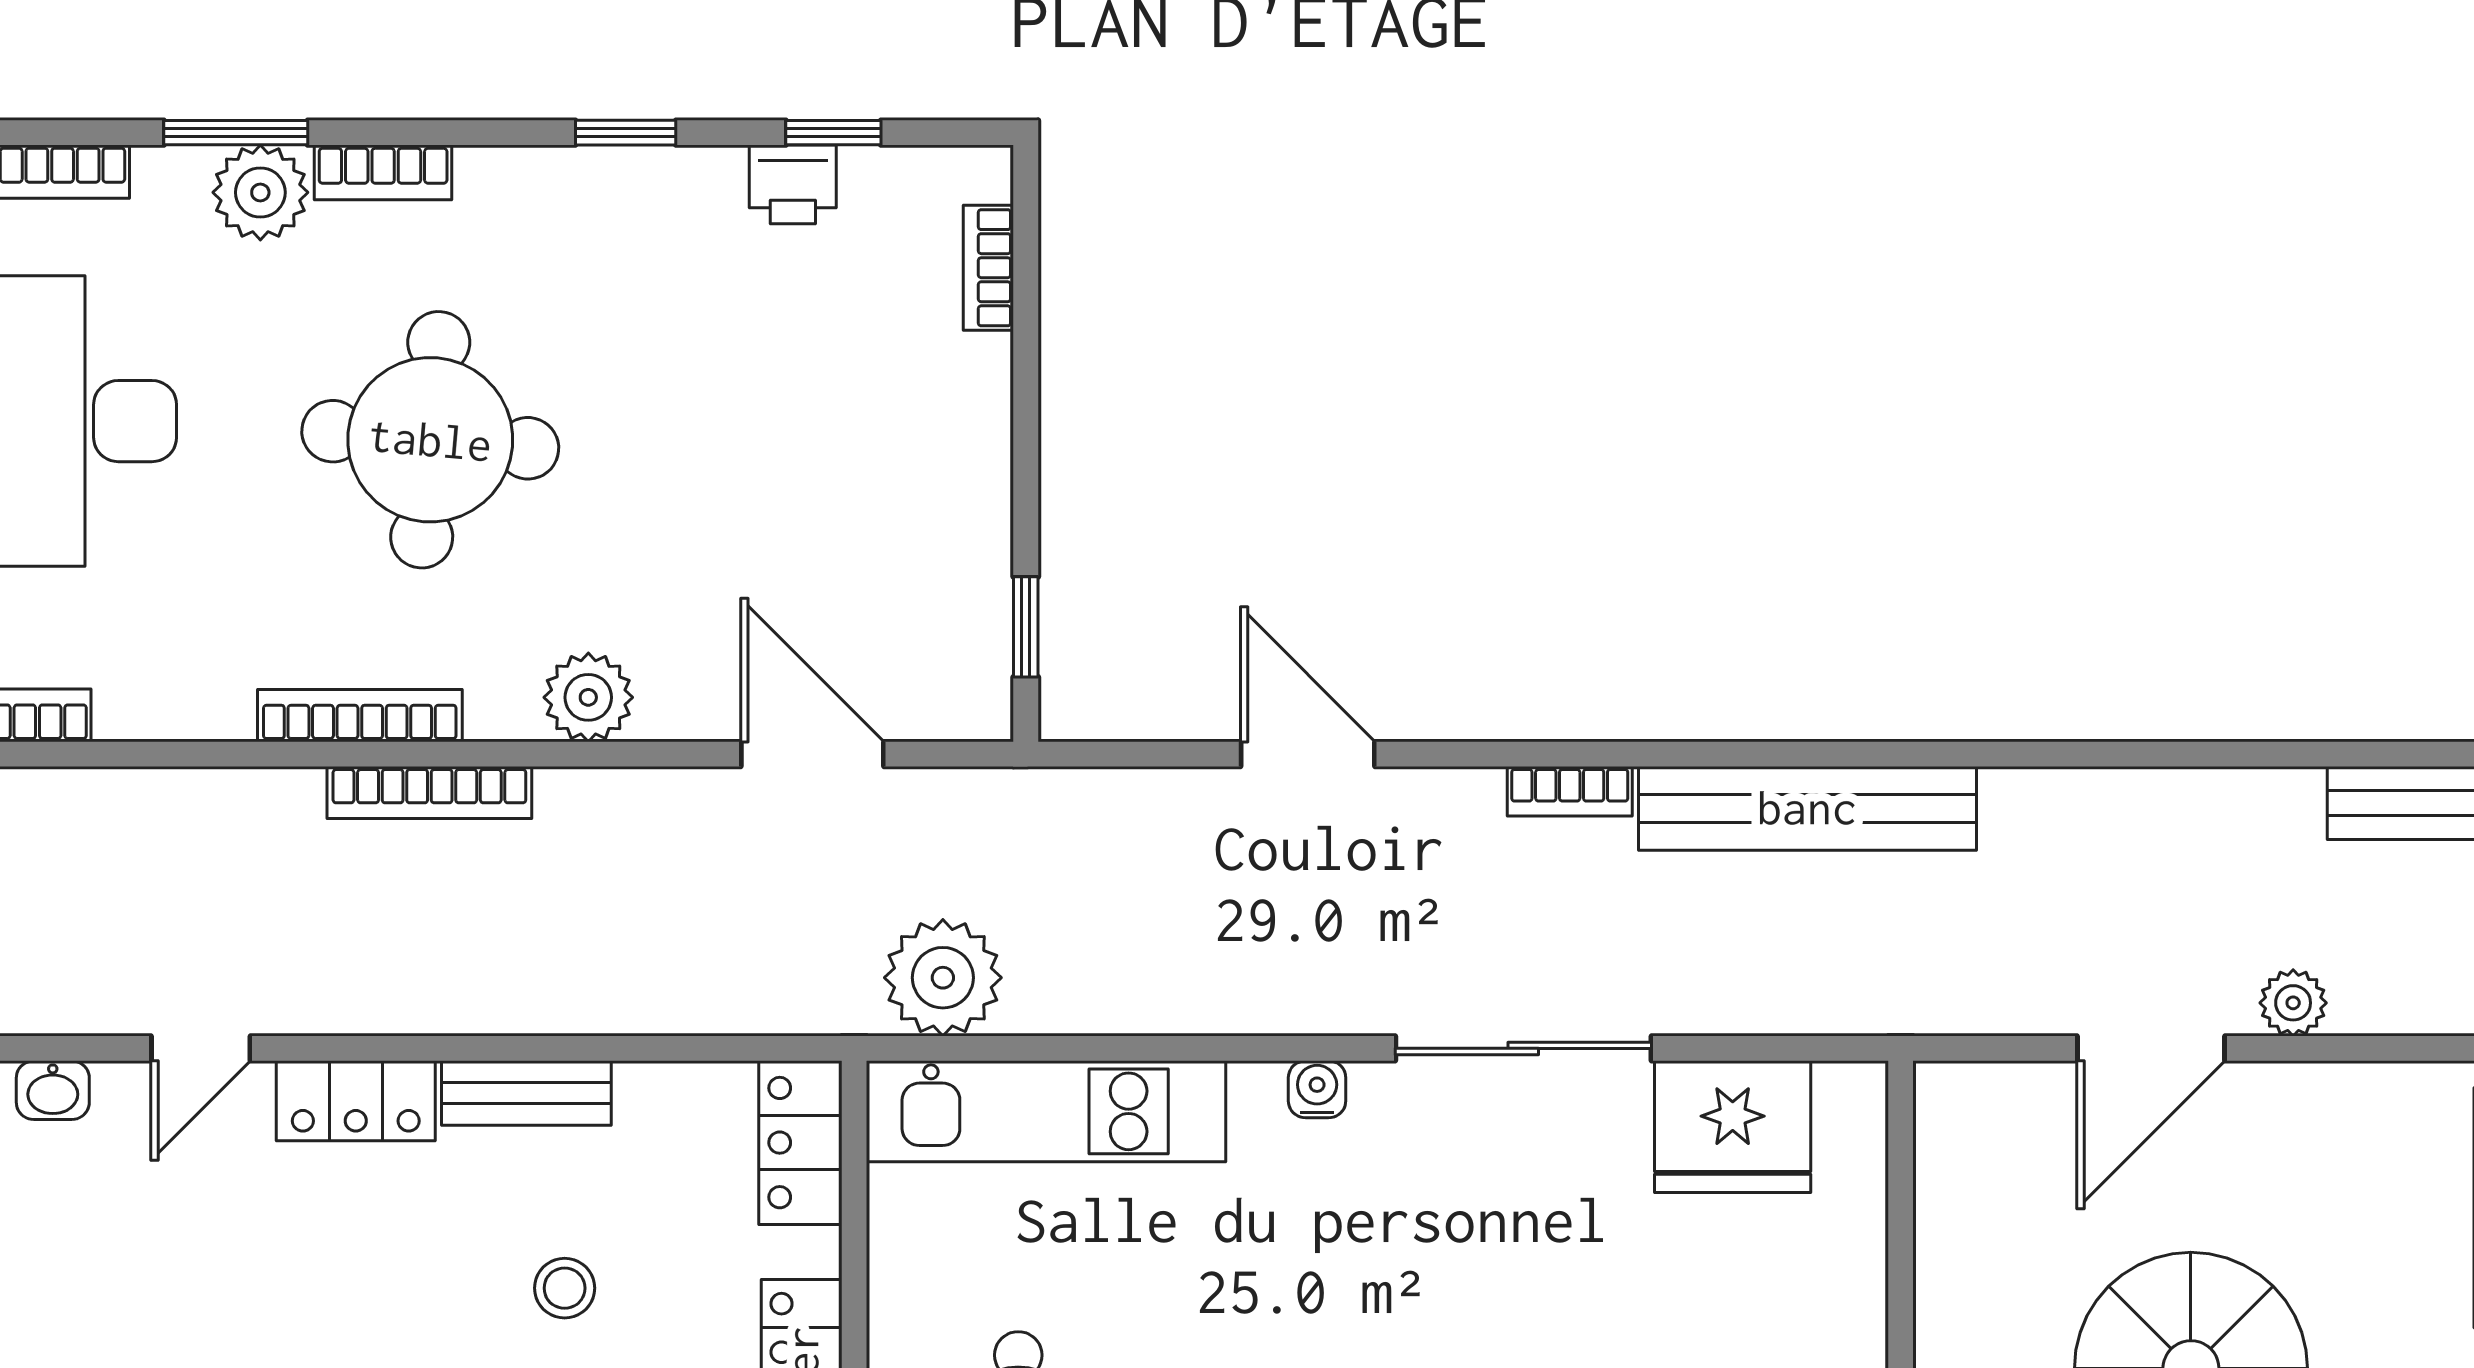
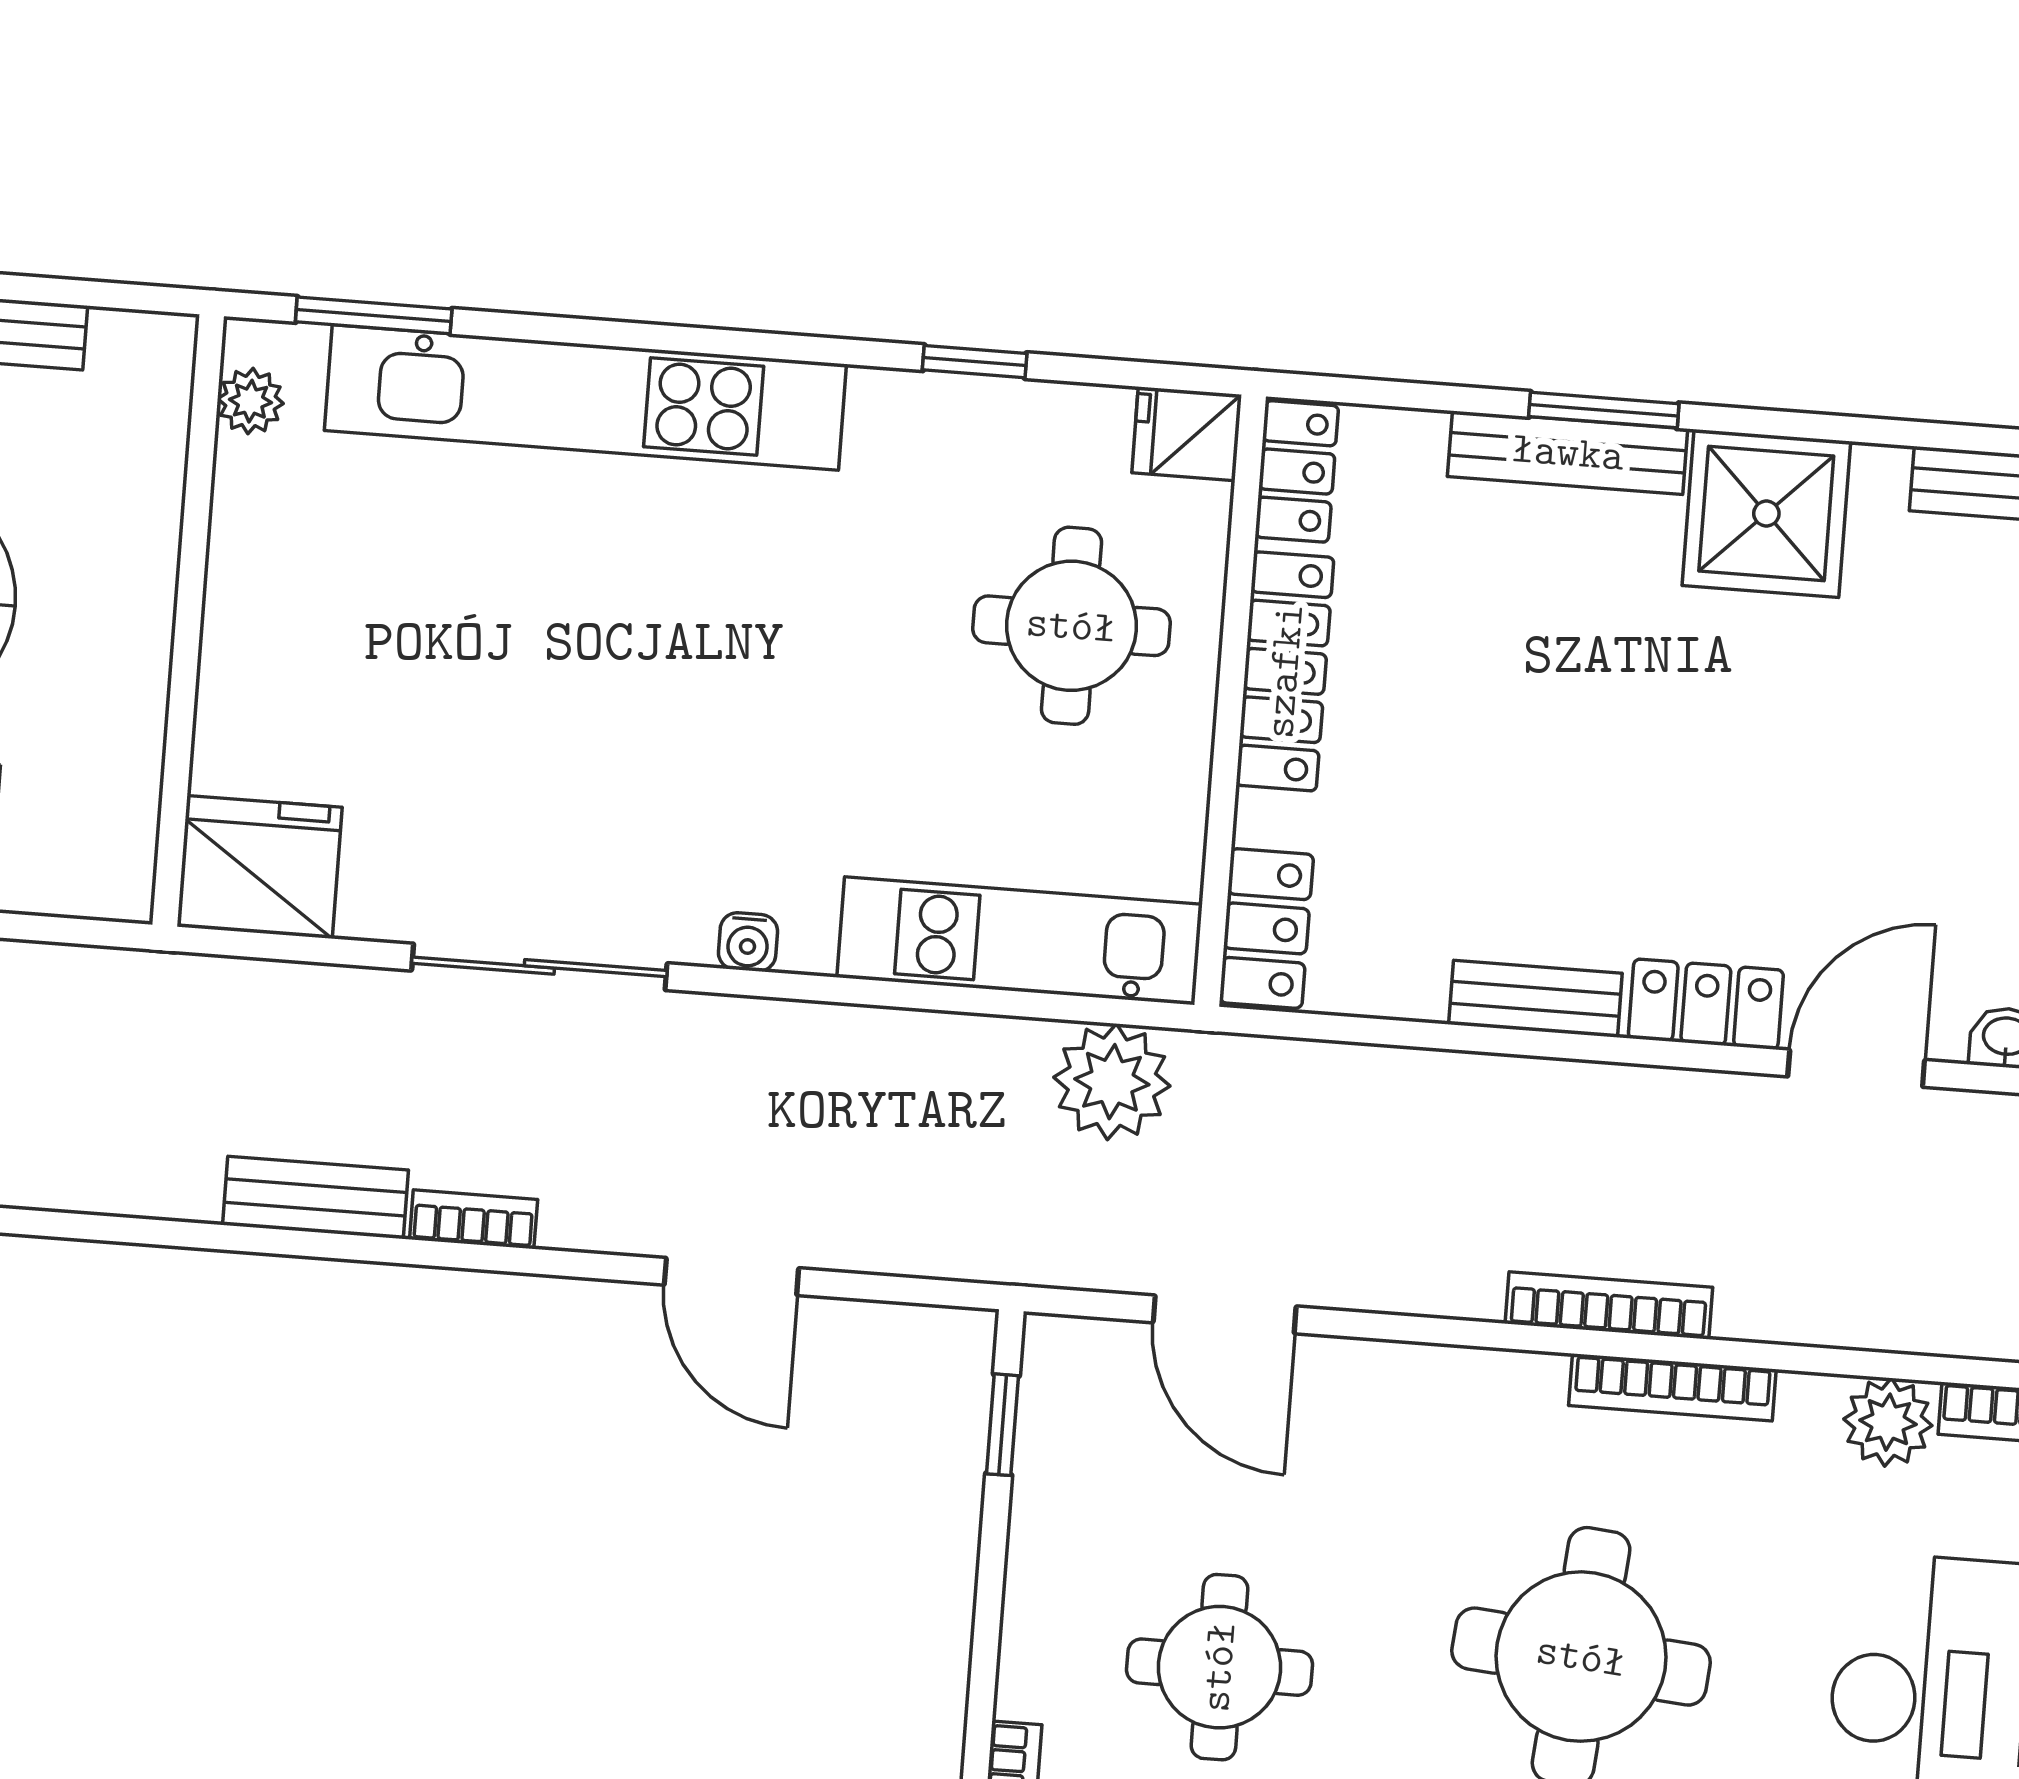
round table: (790, 401) -> (1219, 1667), added
plant: (588, 697) -> (1888, 1422), moved
bench: (1807, 808) -> (315, 1197), width x0.54, depth x0.82
door: (201, 1048) -> (1856, 1068), width x1.38
fridge: (1733, 1127) -> (260, 867), moved
stool: (565, 1288) -> (1512, 802), removed

